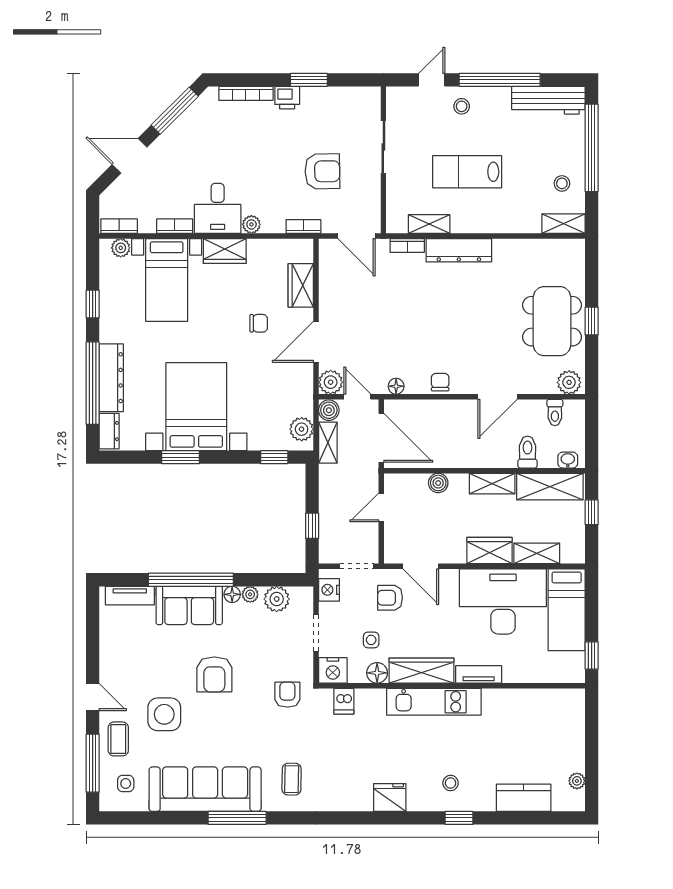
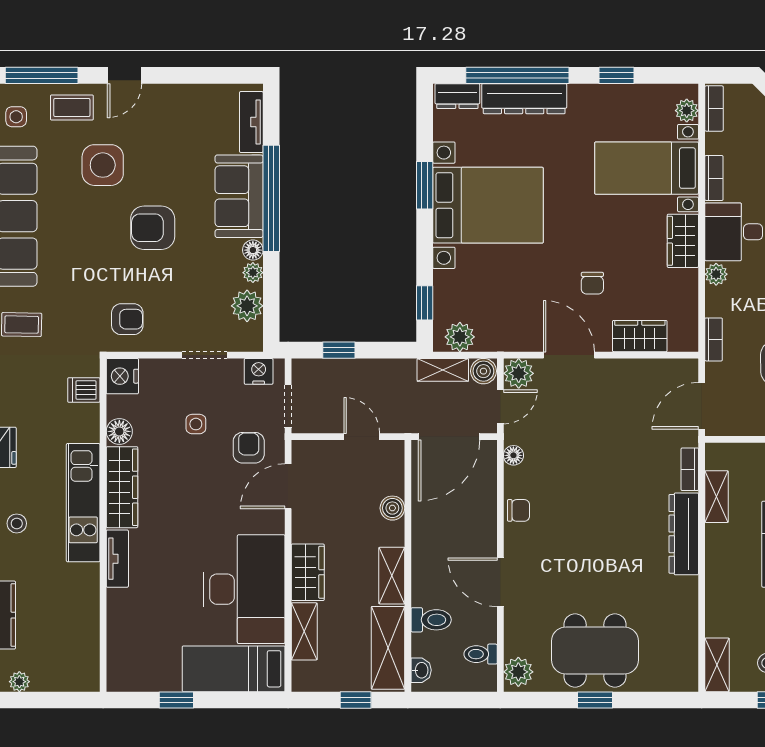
nightstand: (333, 670) -> (122, 376), moved
wardrobe: (422, 671) -> (122, 487), moved
floor lamp: (377, 673) -> (119, 431), moved
tv unit: (479, 674) -> (117, 559), moved
wall: (452, 686) -> (103, 525), moved
dishwasher: (344, 701) -> (84, 390), moved
kitchen unit: (434, 702) -> (83, 503), moved

